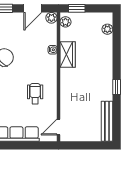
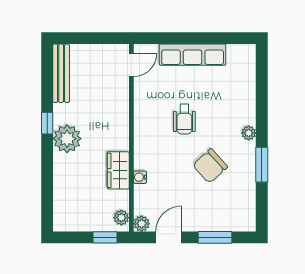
plant: (107, 29) -> (67, 139), moved, width x1.88, depth x1.88
wheelchair: (35, 94) -> (184, 119), moved

